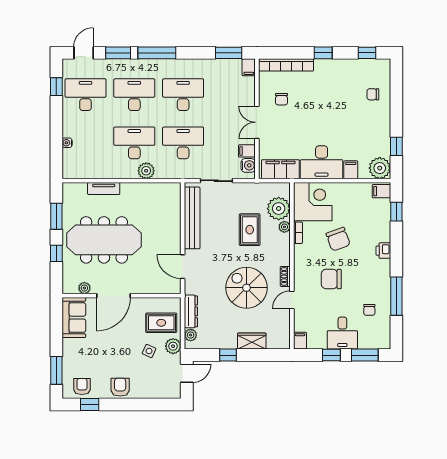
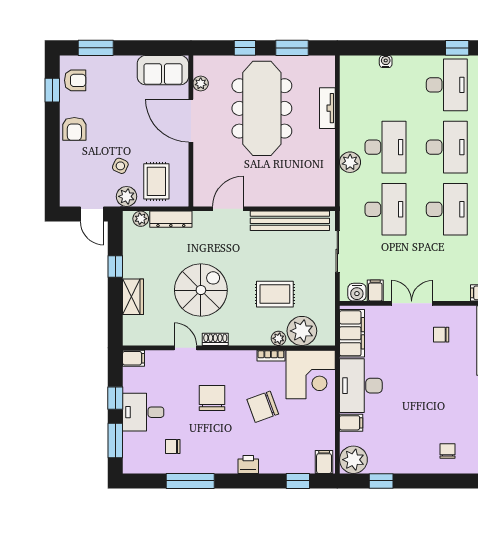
armchair: (120, 387) -> (74, 129), turned 90

